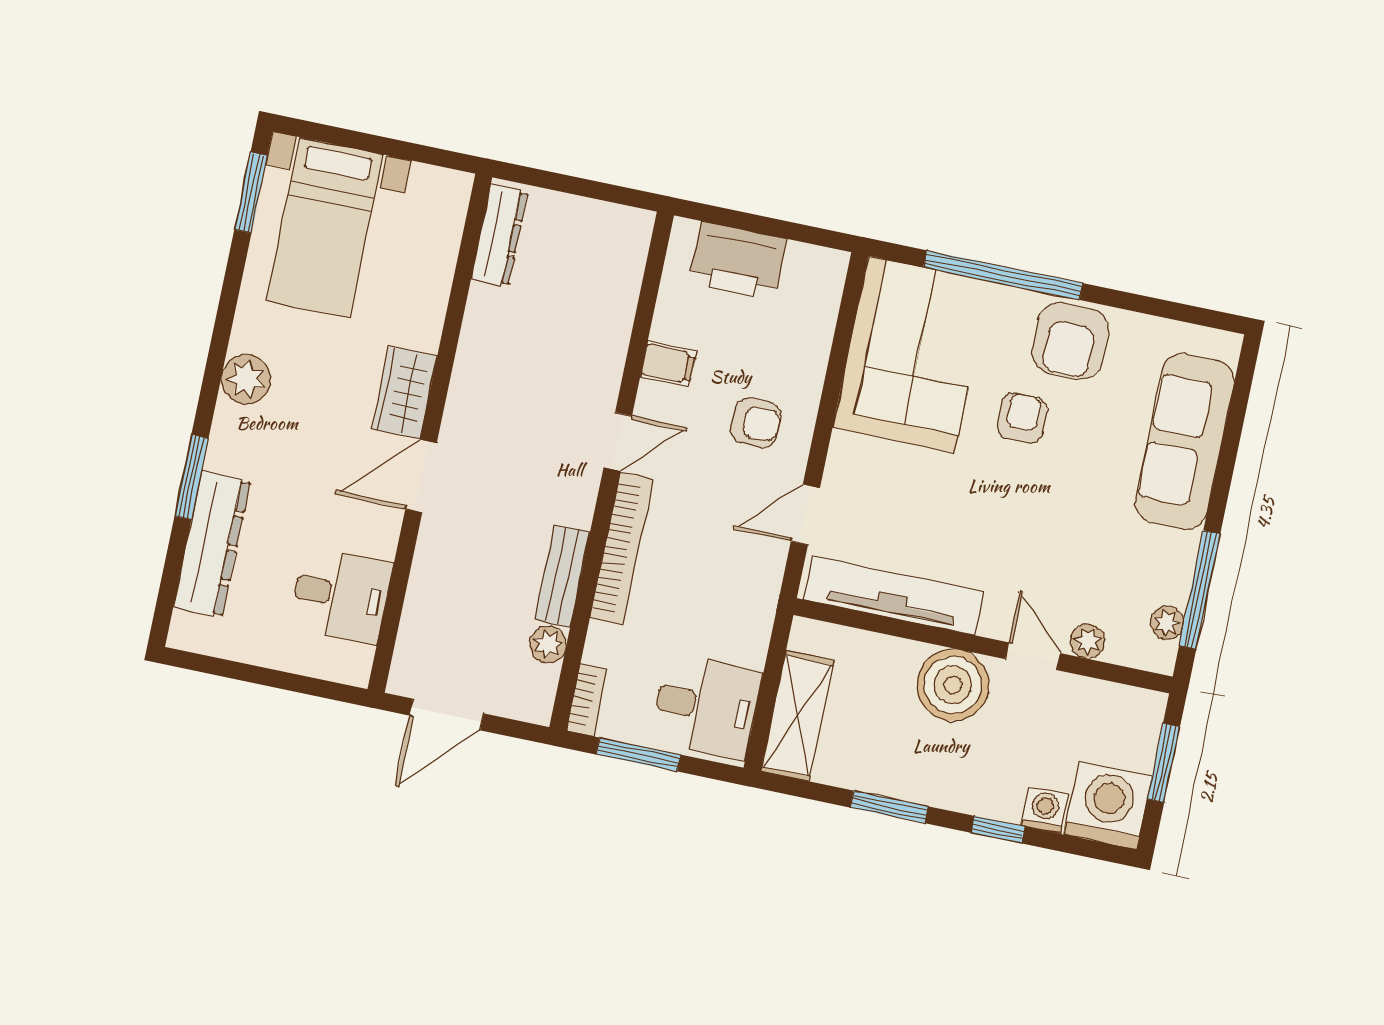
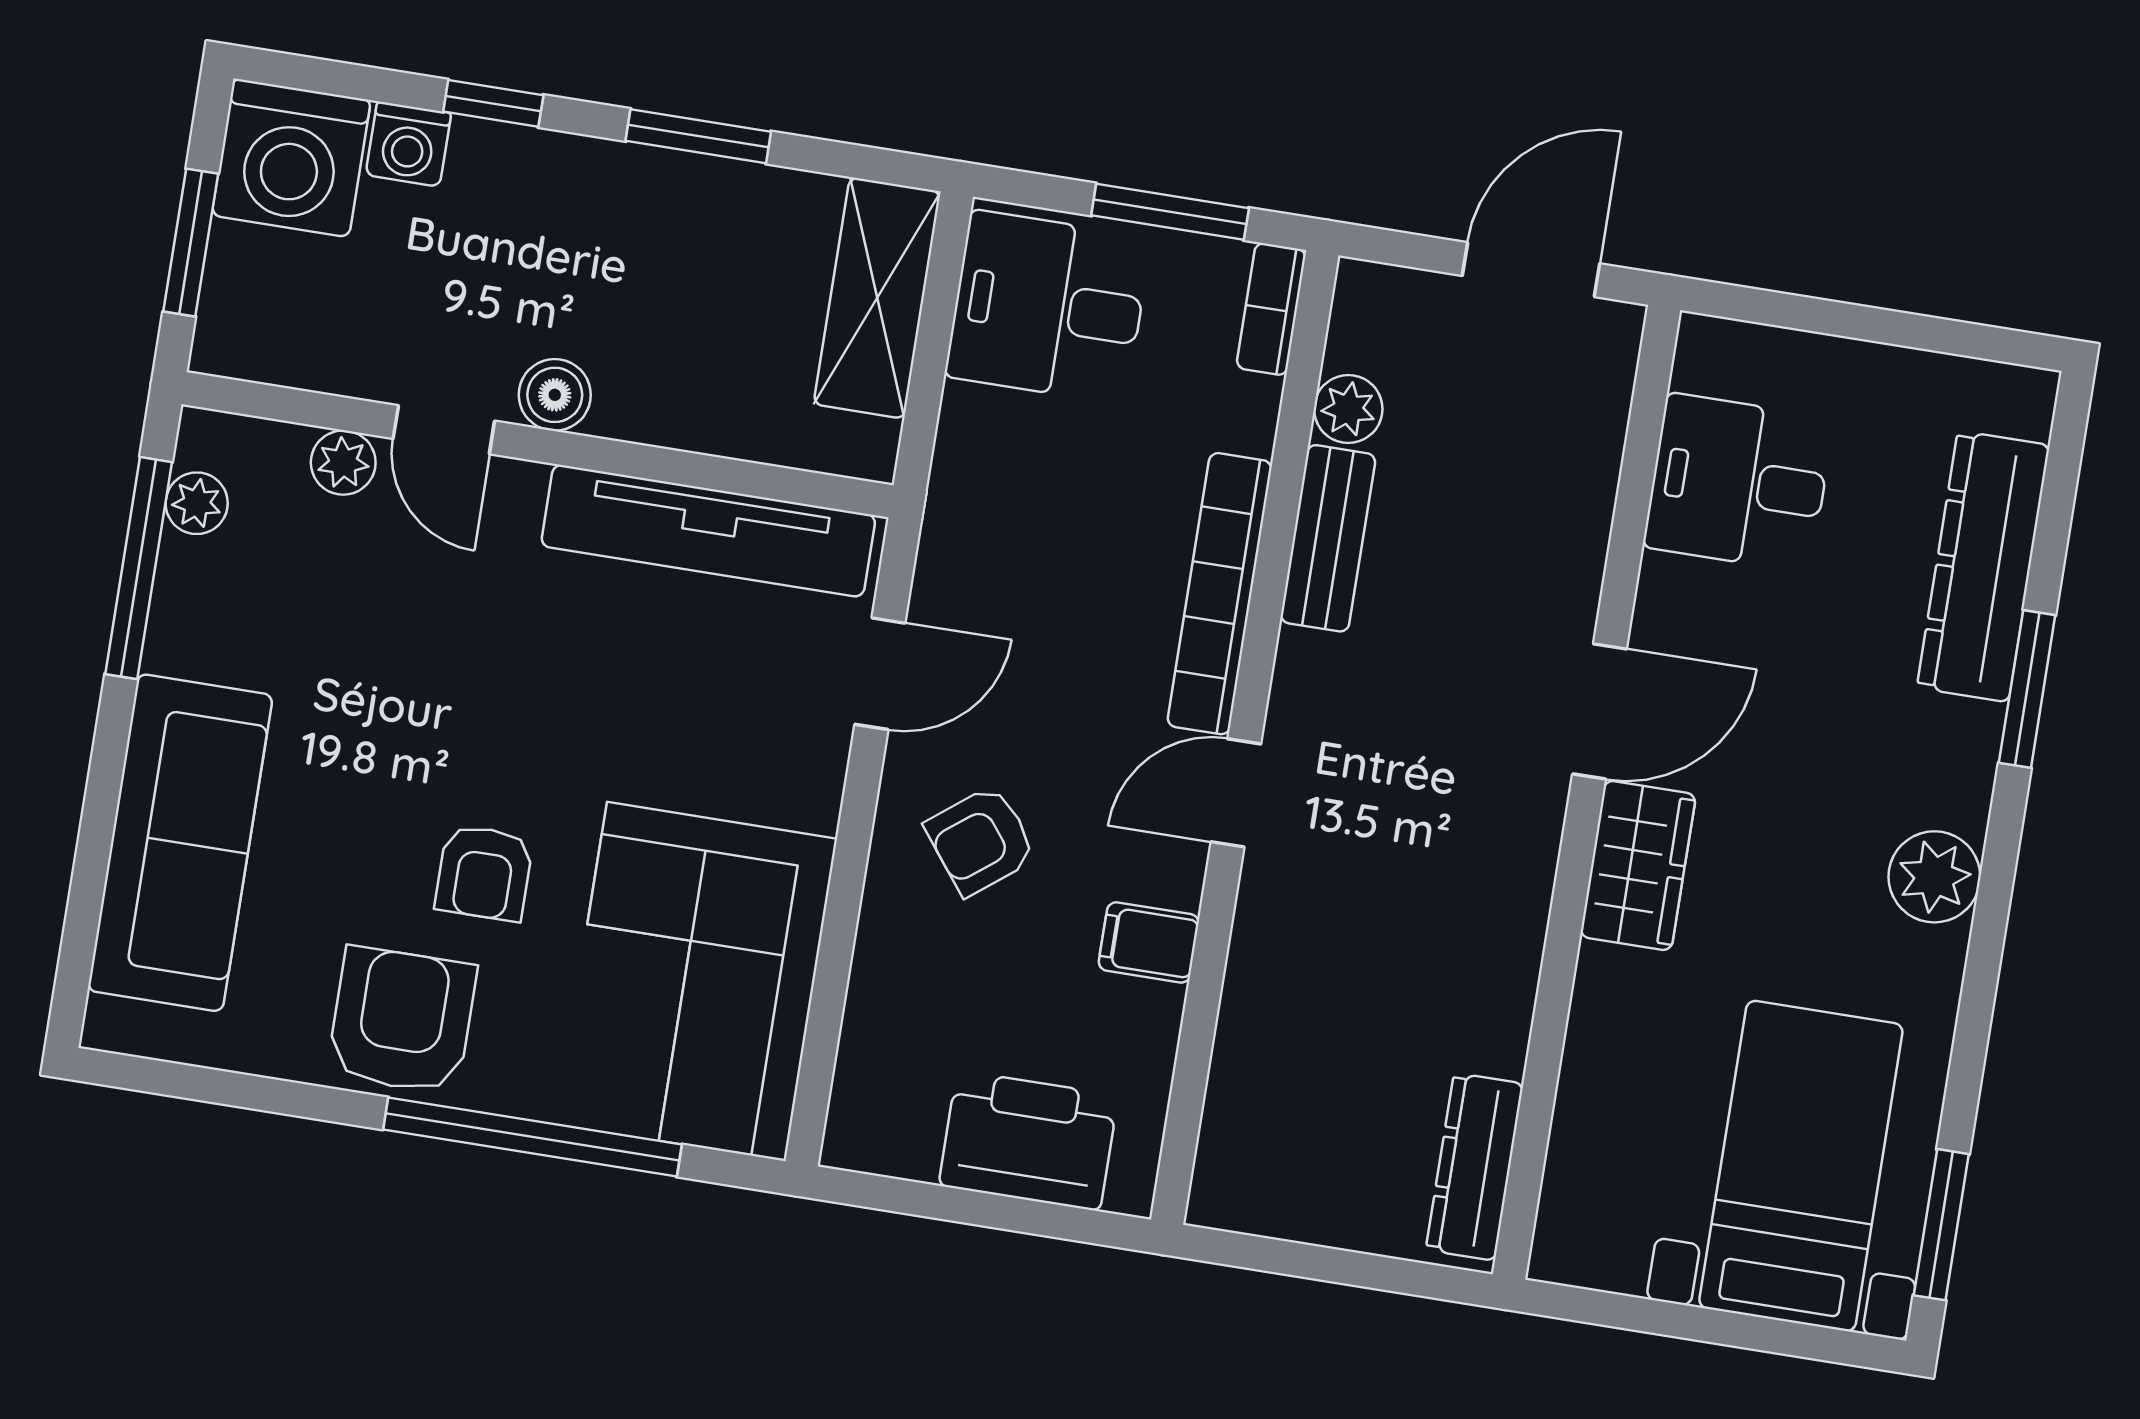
armchair: (756, 423) -> (981, 840), turned -38
boiler: (953, 685) -> (555, 395), width x0.54, depth x0.54

